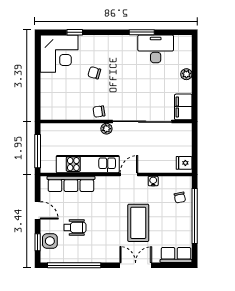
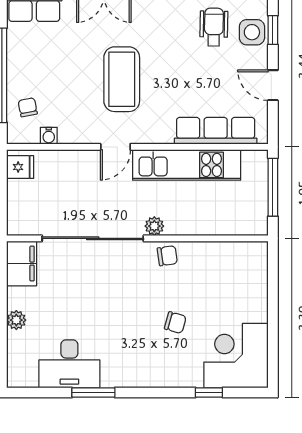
water cooler: (153, 181) -> (49, 136), moved
coffee table: (138, 223) -> (122, 79), moved
wheelchair: (75, 227) -> (214, 27), moved, turned 91

